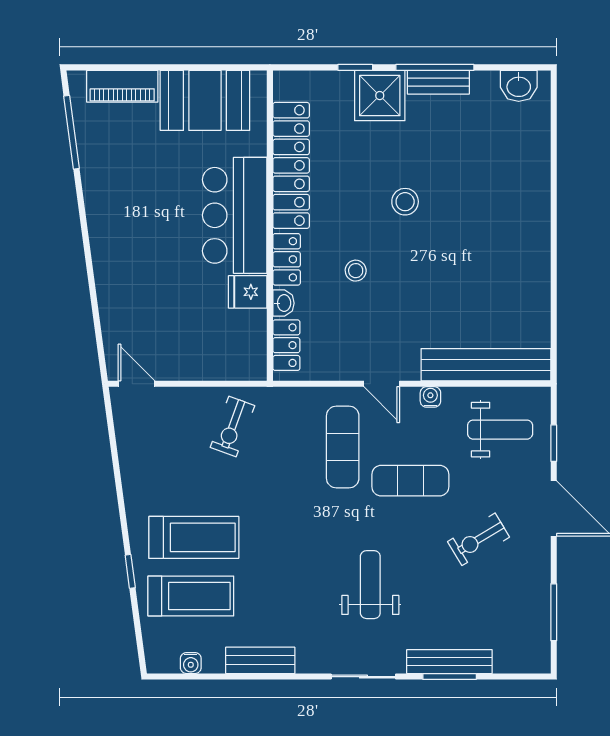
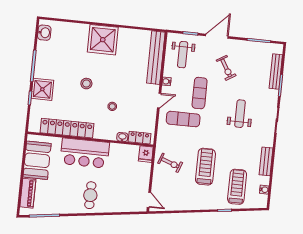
bench: (438, 82) -> (39, 65), removed
shower: (516, 231) -> (103, 40), added
cafe table: (133, 239) -> (90, 195), added
locker: (287, 259) -> (105, 134), removed
fridge: (248, 292) -> (146, 154), moved
door: (137, 384) -> (149, 200), swing flipped
weight bench: (500, 430) -> (183, 55), turned 180
treadmill: (194, 537) -> (205, 167), moved
weight bench: (370, 585) -> (240, 114), turned 90
bench: (449, 662) -> (276, 72), moved

